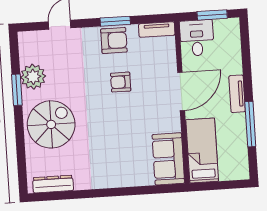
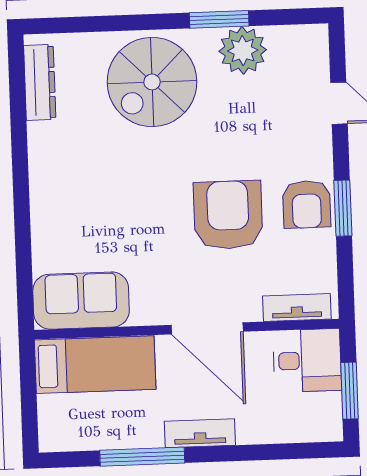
tv unit: (157, 30) -> (297, 307), moved, turned 90
armchair: (121, 82) -> (228, 215), width x1.88, depth x1.88
spiral stairs: (51, 124) -> (152, 82), turned 90

